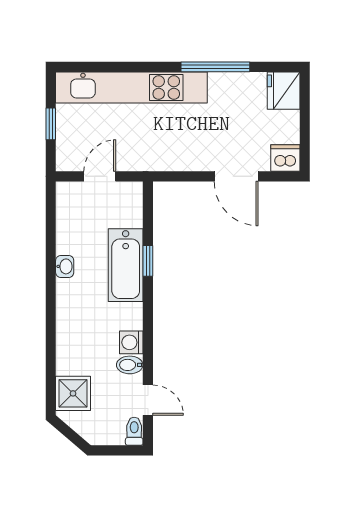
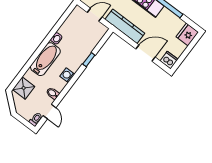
kitchen counter: (166, 157) -> (125, 26), added
door: (236, 176) -> (145, 53), swing flipped
bathtub: (126, 265) -> (45, 59), moved, turned 180
washing machine: (131, 342) -> (67, 75), moved

